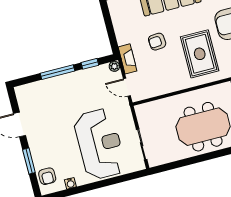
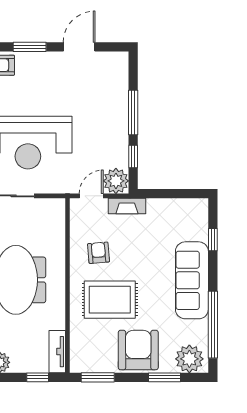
armchair: (157, 42) -> (99, 253), moved
plant: (114, 66) -> (116, 181), width x1.88, depth x1.88

